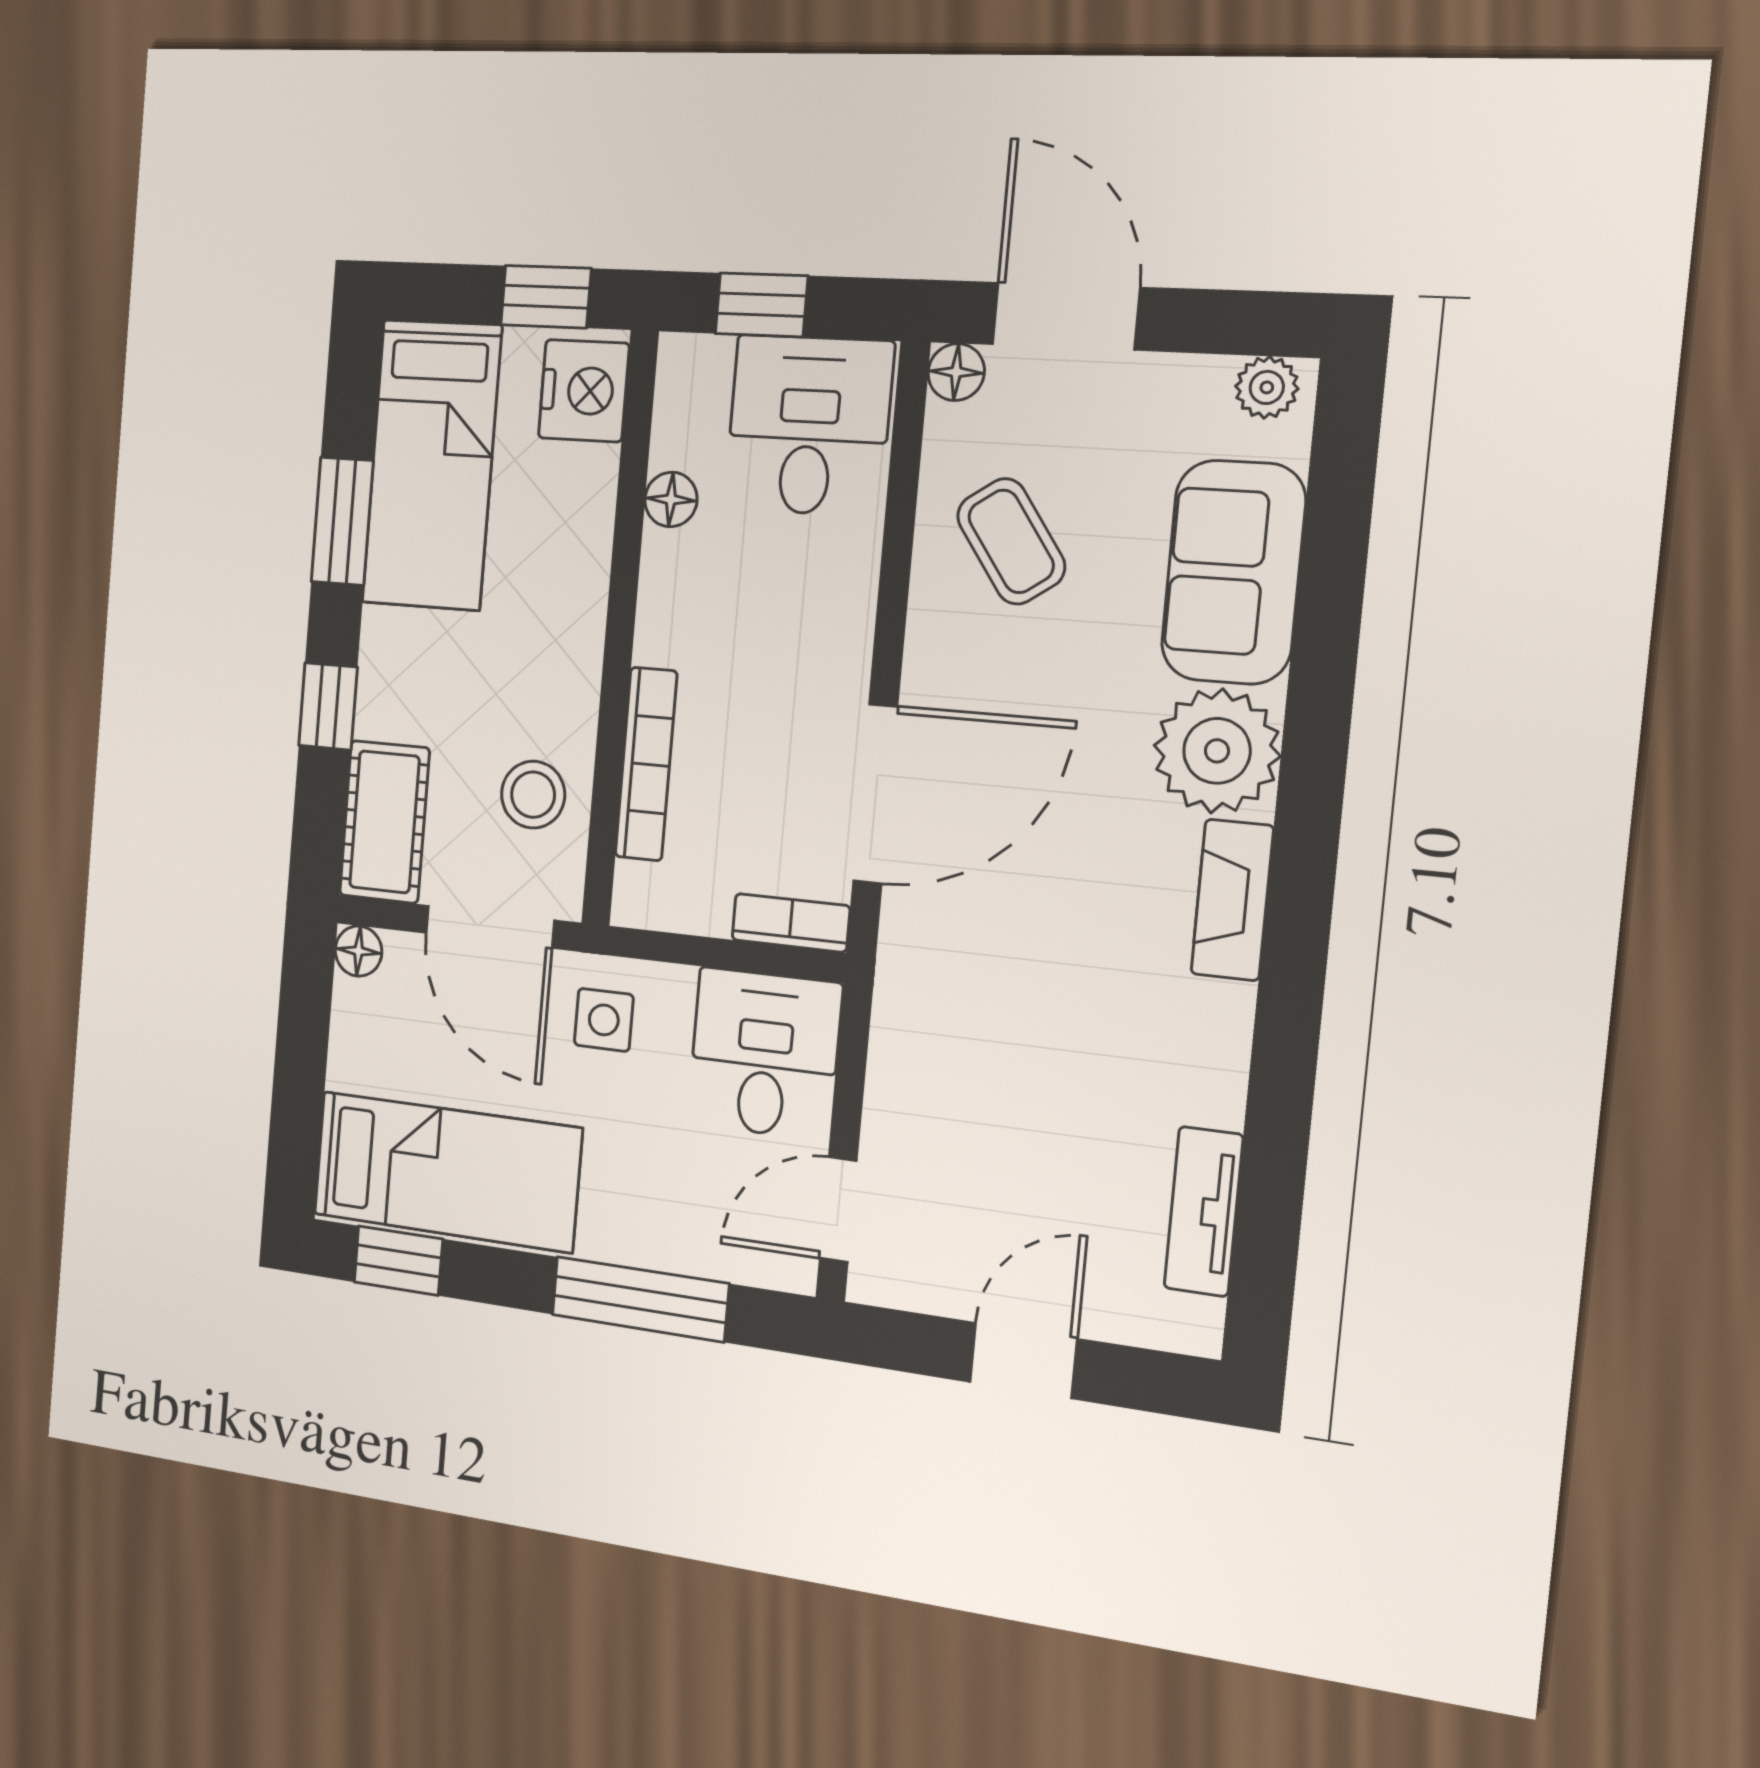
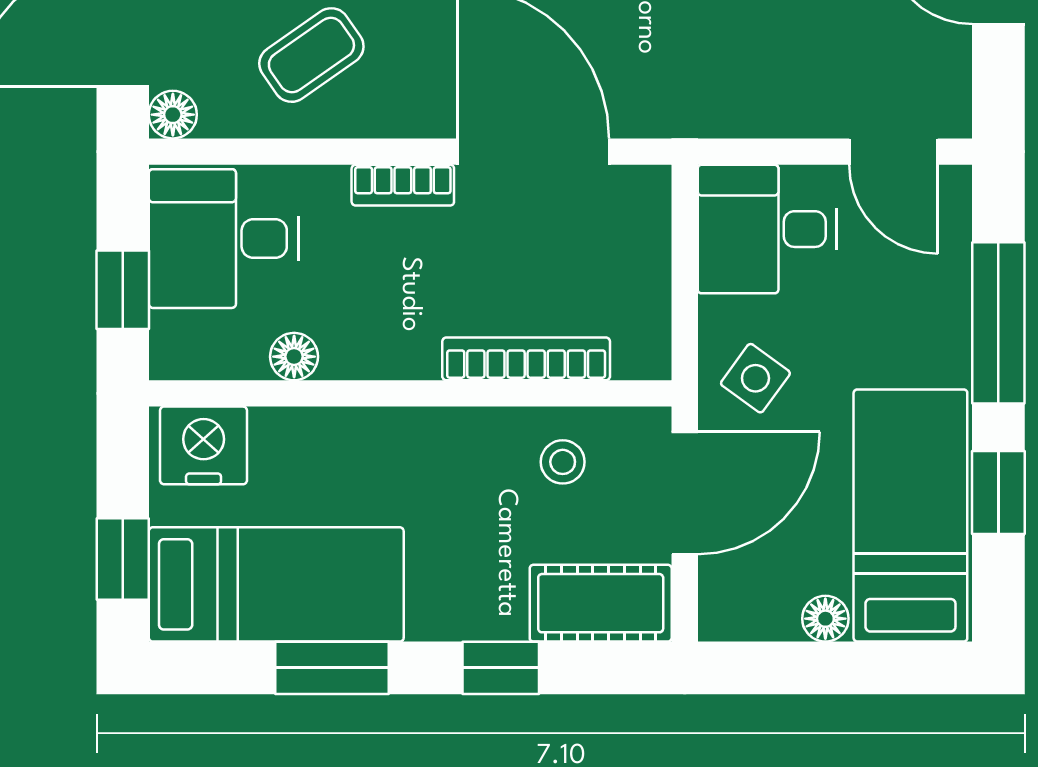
window: (546, 297) -> (123, 559), moved
stool: (533, 795) -> (563, 462), width x0.73, depth x0.73
bookcase: (791, 923) -> (403, 185), moved, turned -90
floor lamp: (359, 951) -> (825, 619), moved
side table: (604, 1020) -> (755, 378), turned 36
window: (398, 1261) -> (998, 493), moved

